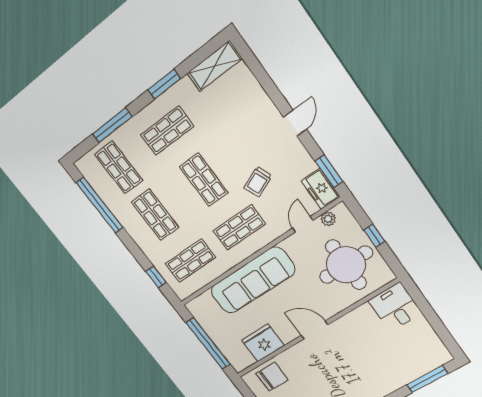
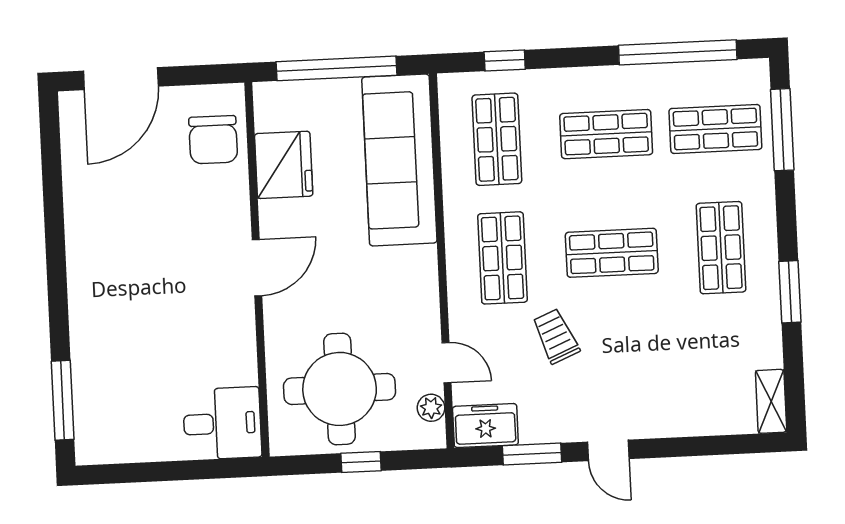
shelving: (215, 66) -> (771, 401), width x0.67, depth x0.75
window: (112, 125) -> (782, 130), moved
window: (329, 171) -> (532, 454), moved
sofa: (253, 280) -> (399, 160), moved

